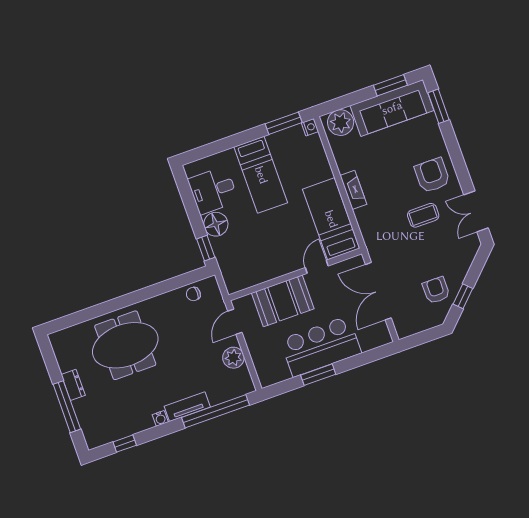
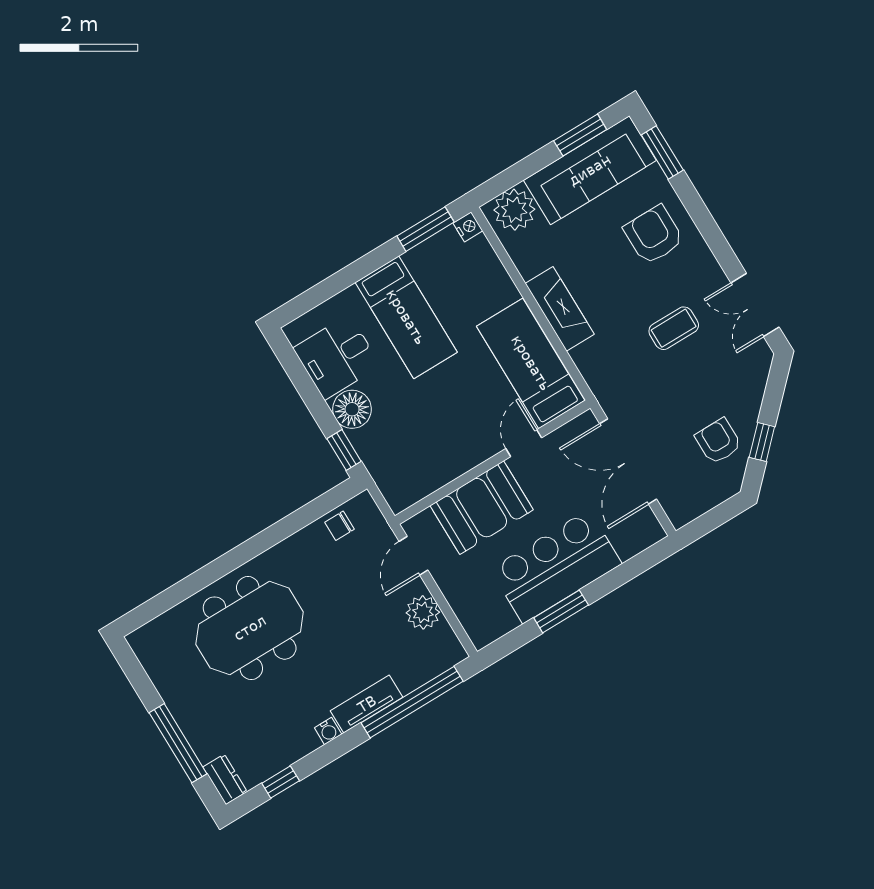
armchair: (432, 175) -> (654, 235), moved
fireplace: (353, 190) -> (560, 309), width x1.37, depth x1.32
dresser: (73, 385) -> (225, 779), moved

